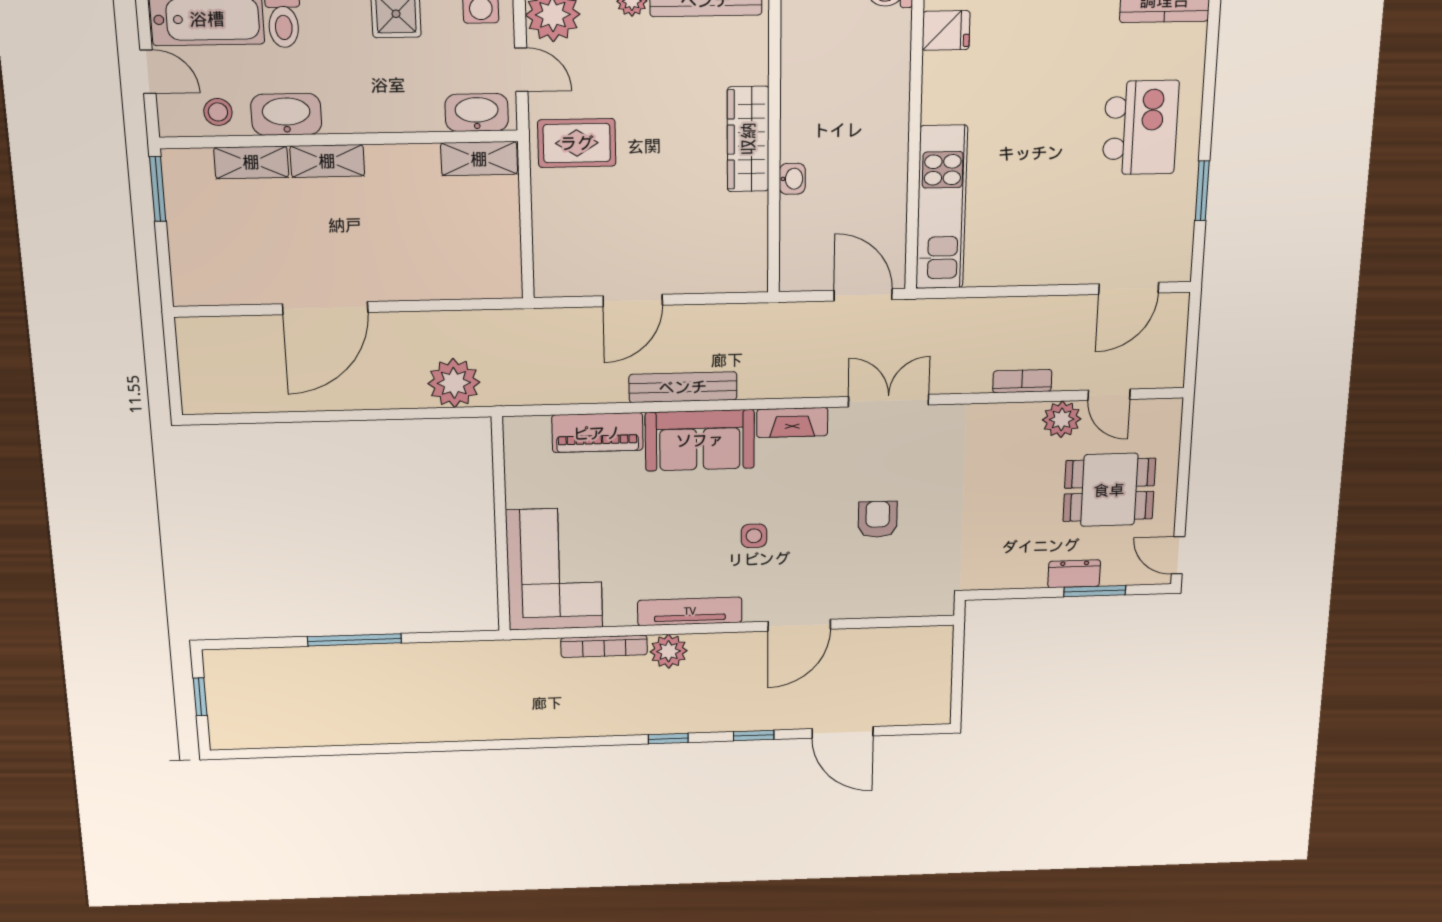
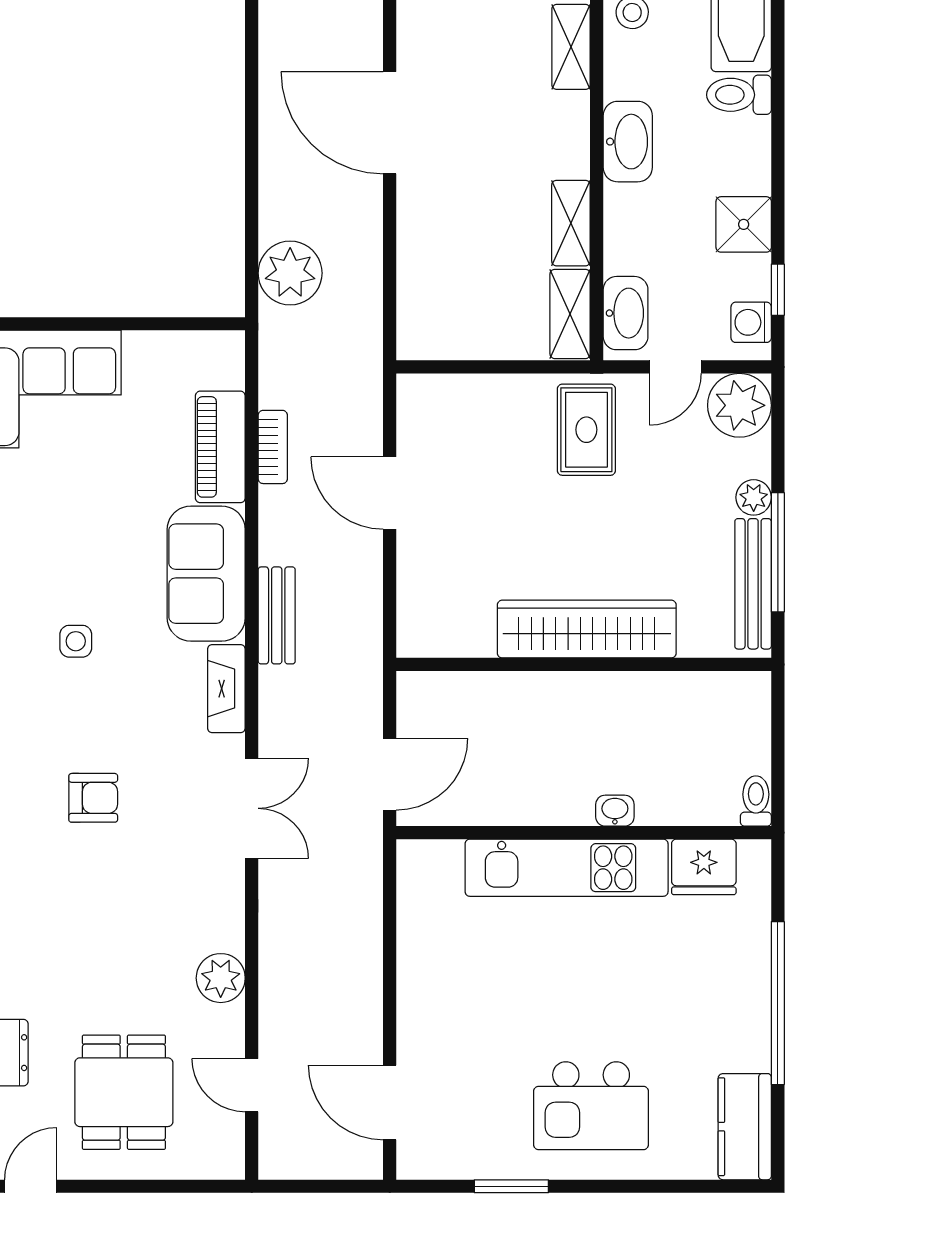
fridge: (946, 30) -> (704, 867), width x1.38
washbasin: (286, 114) -> (628, 142), moved
wardrobe: (748, 139) -> (587, 629), width x1.40, depth x1.17
shelving: (327, 161) -> (571, 223), moved
washbasin: (792, 179) -> (615, 811), moved, turned 180
kitchen unit: (942, 207) -> (567, 868), moved
bookcase: (1022, 381) -> (273, 447), moved
bench: (683, 387) -> (277, 615), moved, width x0.73
door: (1109, 395) -> (252, 1085), hinge flipped
plant: (1062, 419) -> (221, 978), moved

